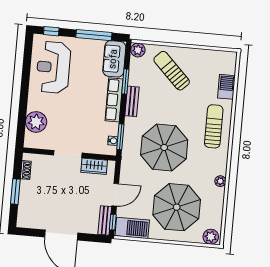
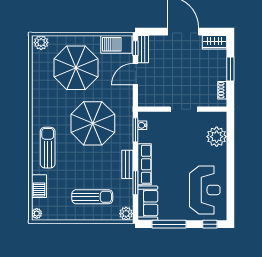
sun lounger: (172, 71) -> (92, 197), turned -45
sun lounger: (214, 126) -> (48, 148), turned 180
wardrobe: (94, 166) -> (214, 42), moved, turned 180
plant: (220, 181) -> (37, 213), moved

